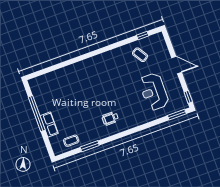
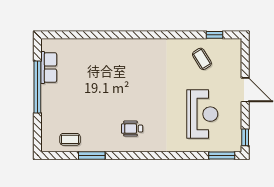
reception desk: (154, 92) -> (202, 114), turned 180
row of seats: (49, 125) -> (49, 67), moved

